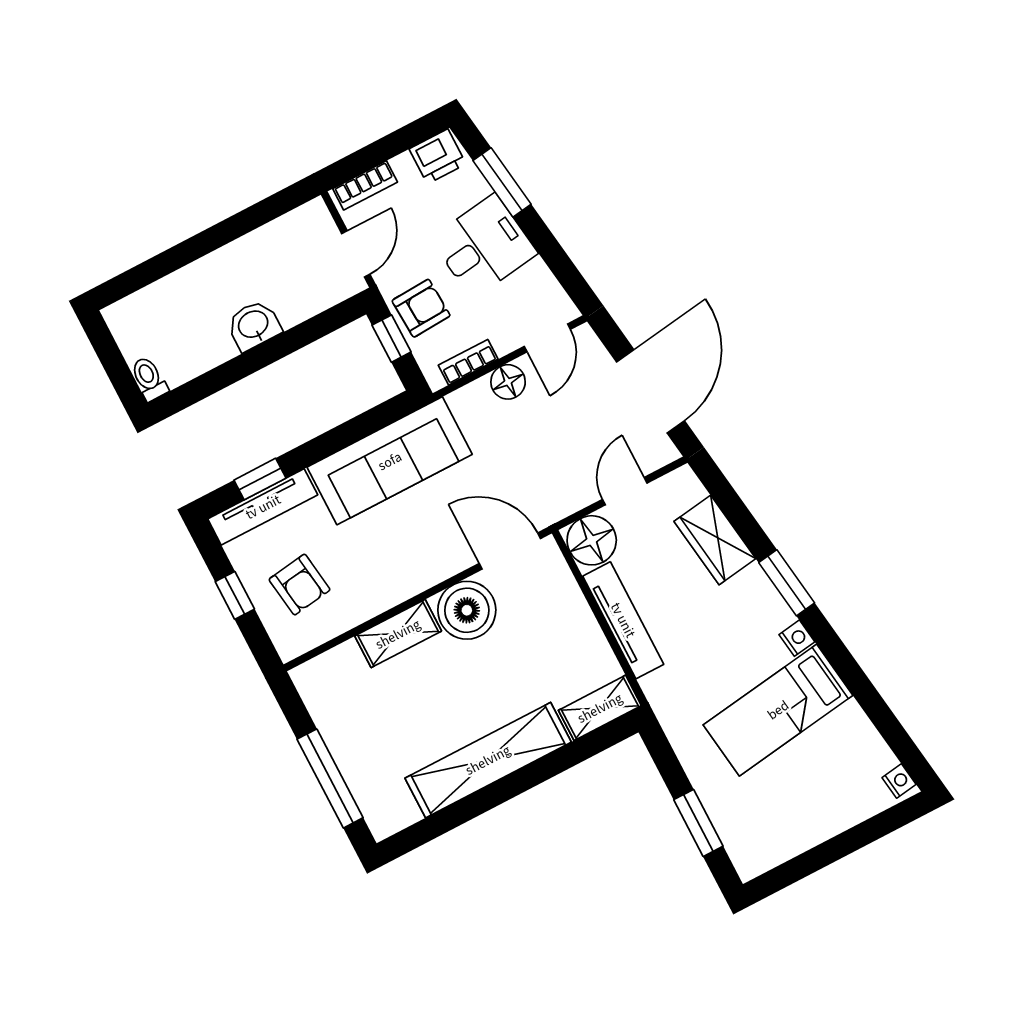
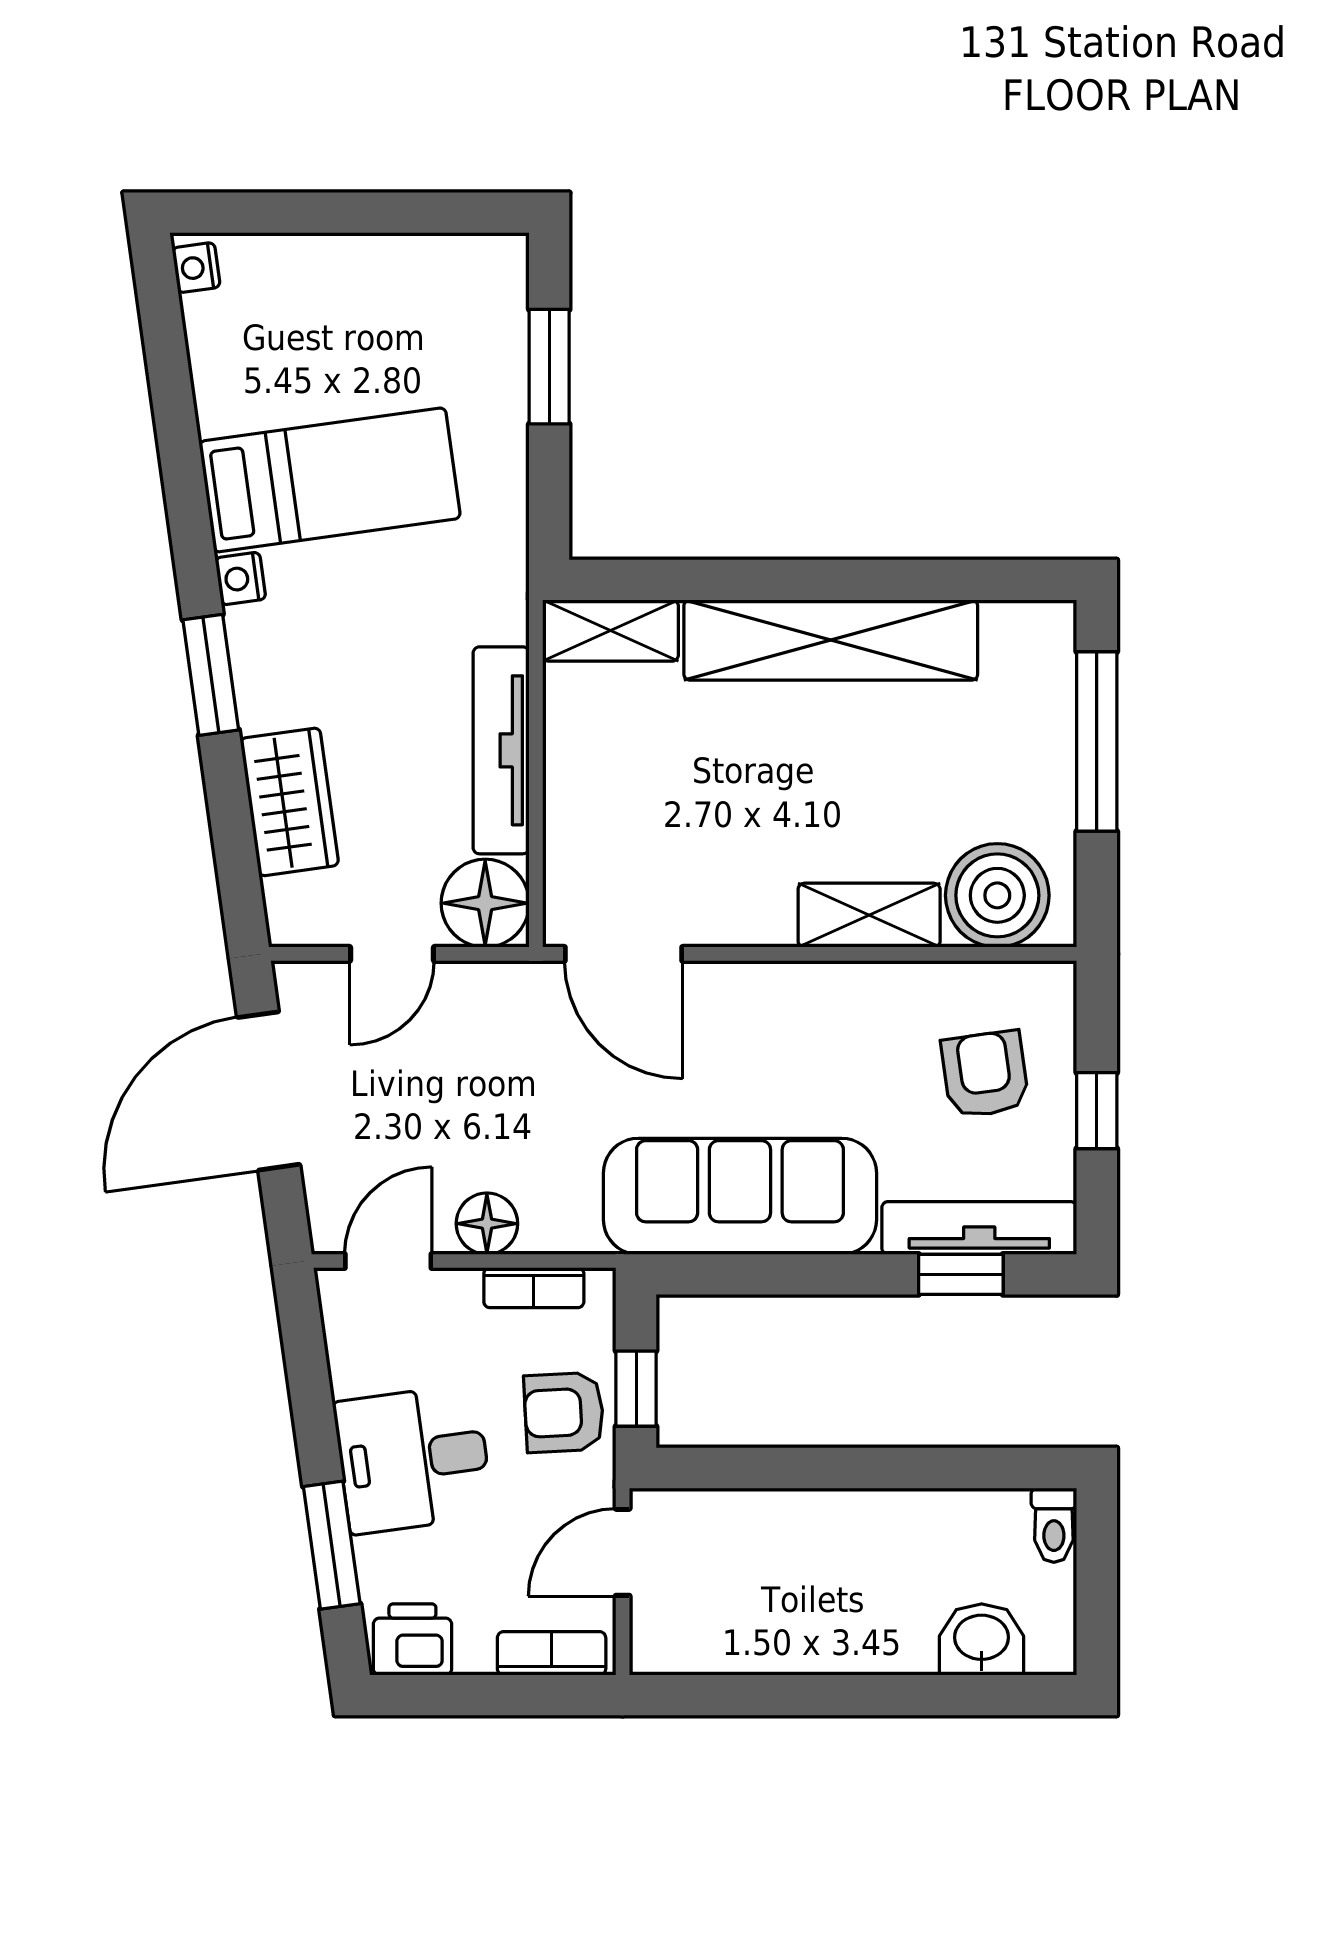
washbasin: (254, 325) -> (982, 1639), moved, turned 180
boiler: (467, 610) -> (997, 895), moved

